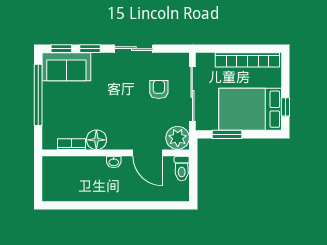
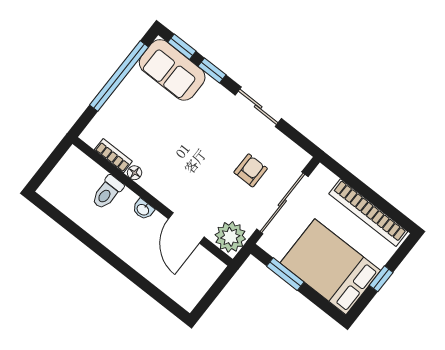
window: (285, 107) -> (381, 279), moved
floor lamp: (96, 140) -> (135, 173), width x0.53, depth x0.53
toilet: (182, 169) -> (107, 192), moved

